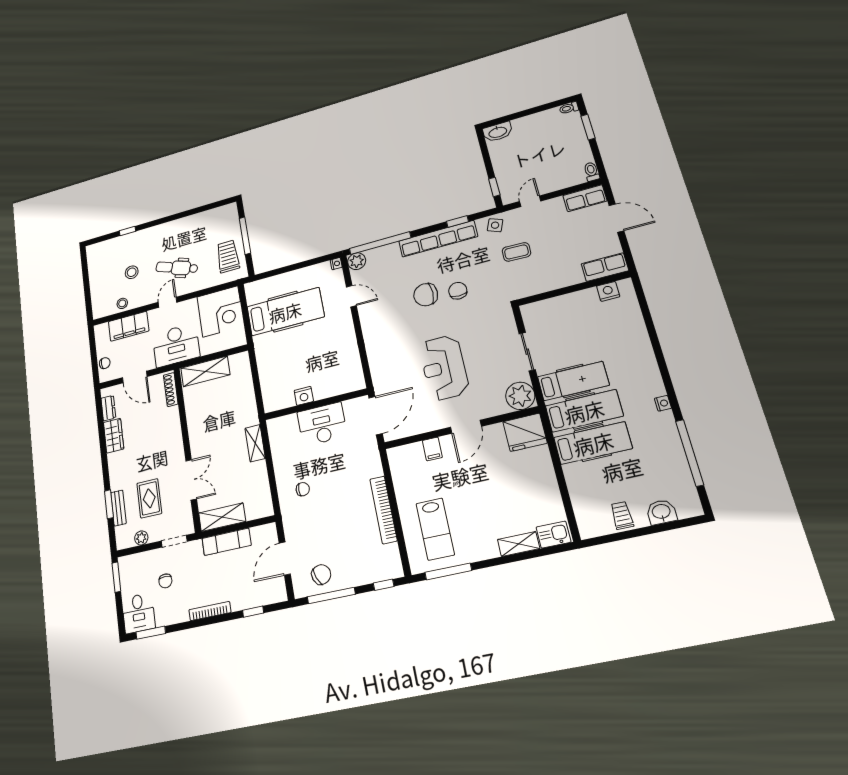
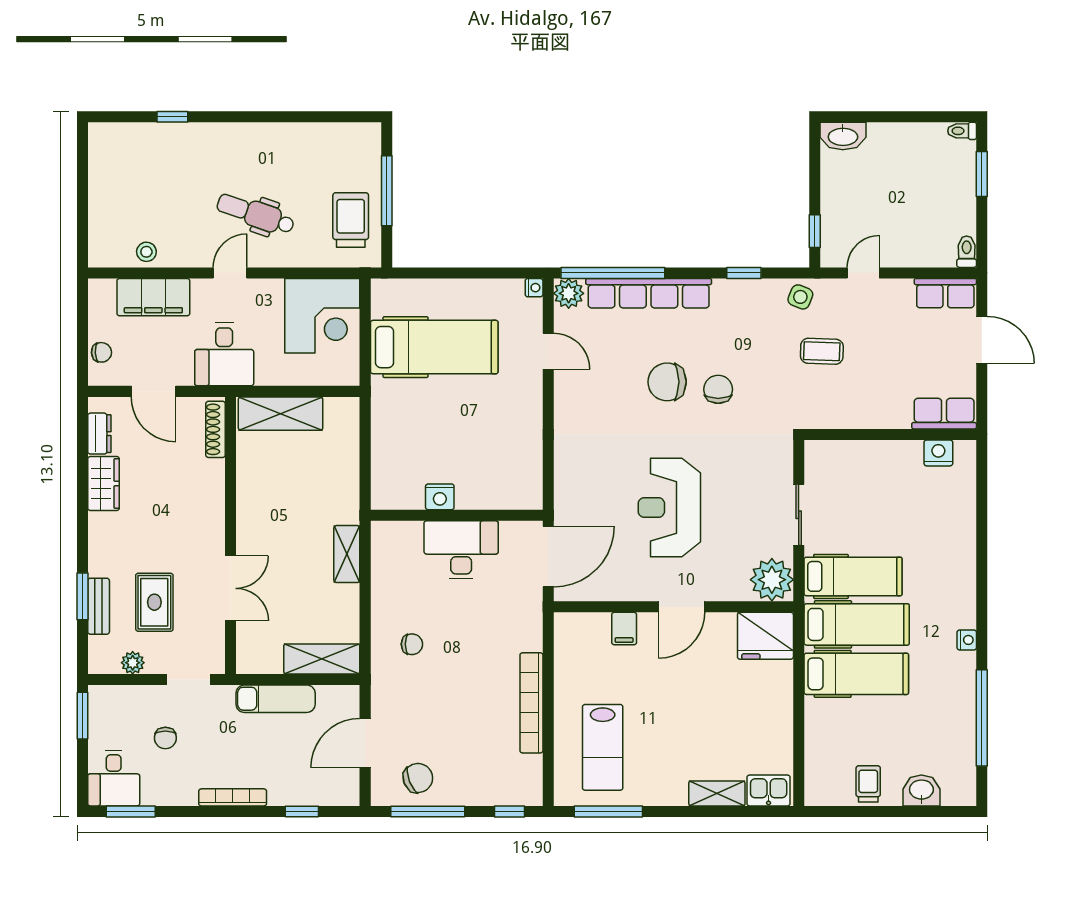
row of seats: (438, 239) -> (649, 293), moved
stool: (132, 272) -> (171, 198), removed
desk: (176, 345) -> (224, 354), width x0.73
shelving: (222, 517) -> (322, 659), moved

